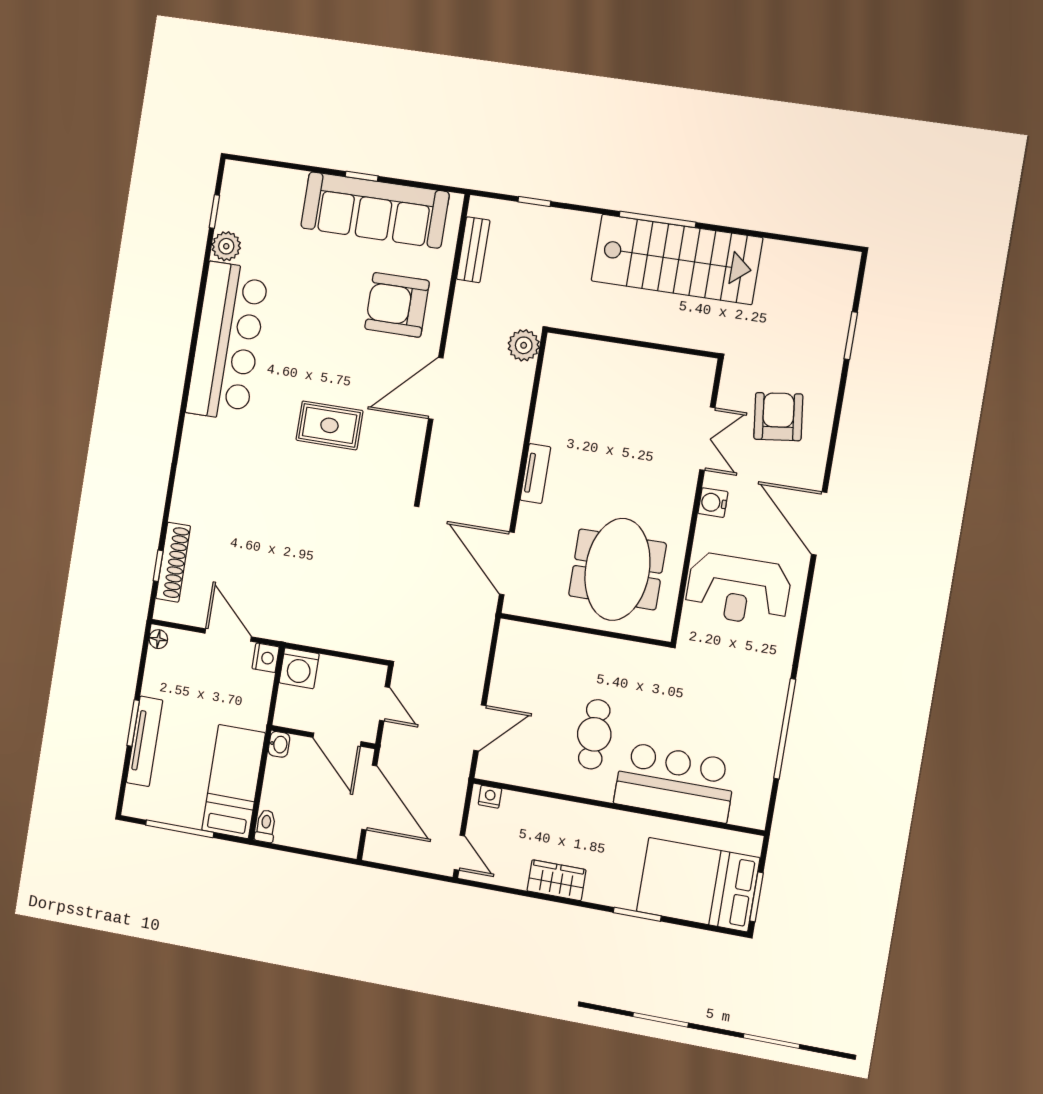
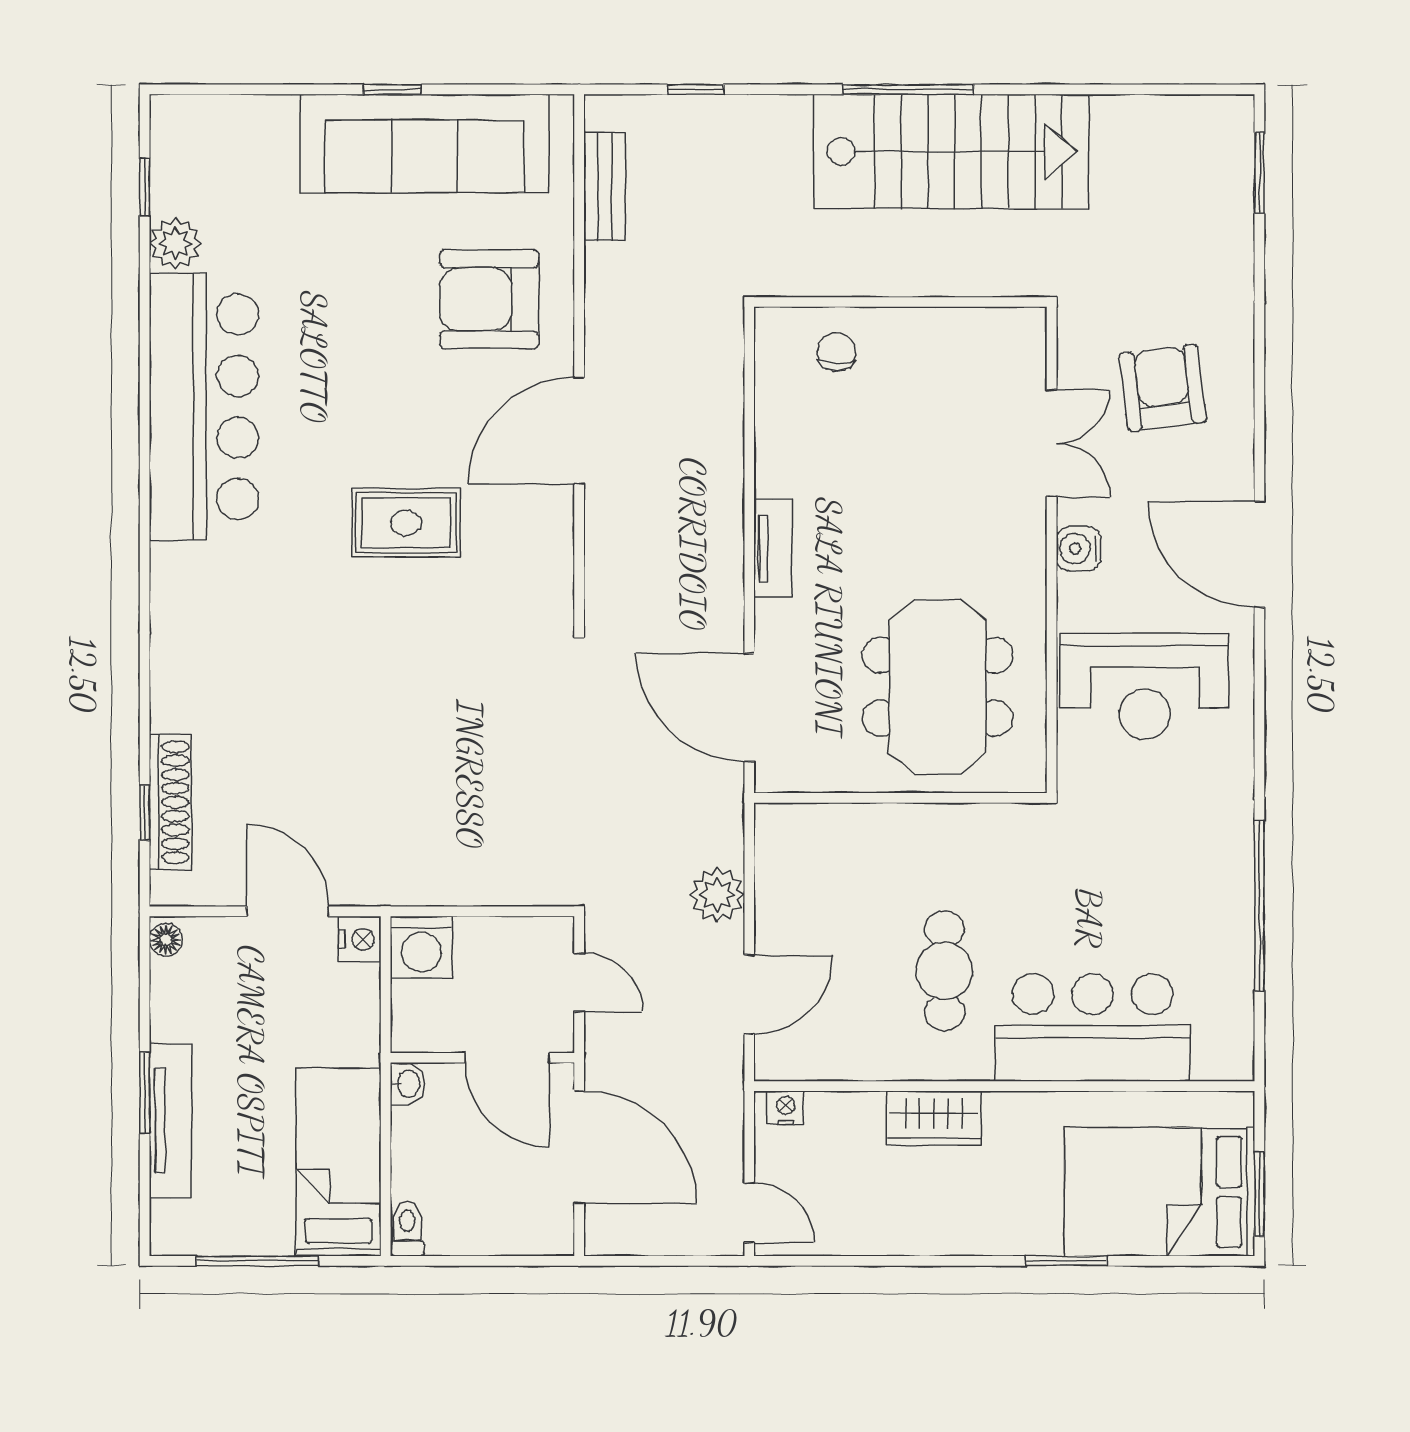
window: (851, 336) -> (1259, 173), moved
plant: (524, 345) -> (717, 895), moved
chair: (591, 366) -> (836, 352), added
wardrobe: (556, 880) -> (934, 1118), moved, turned 180

